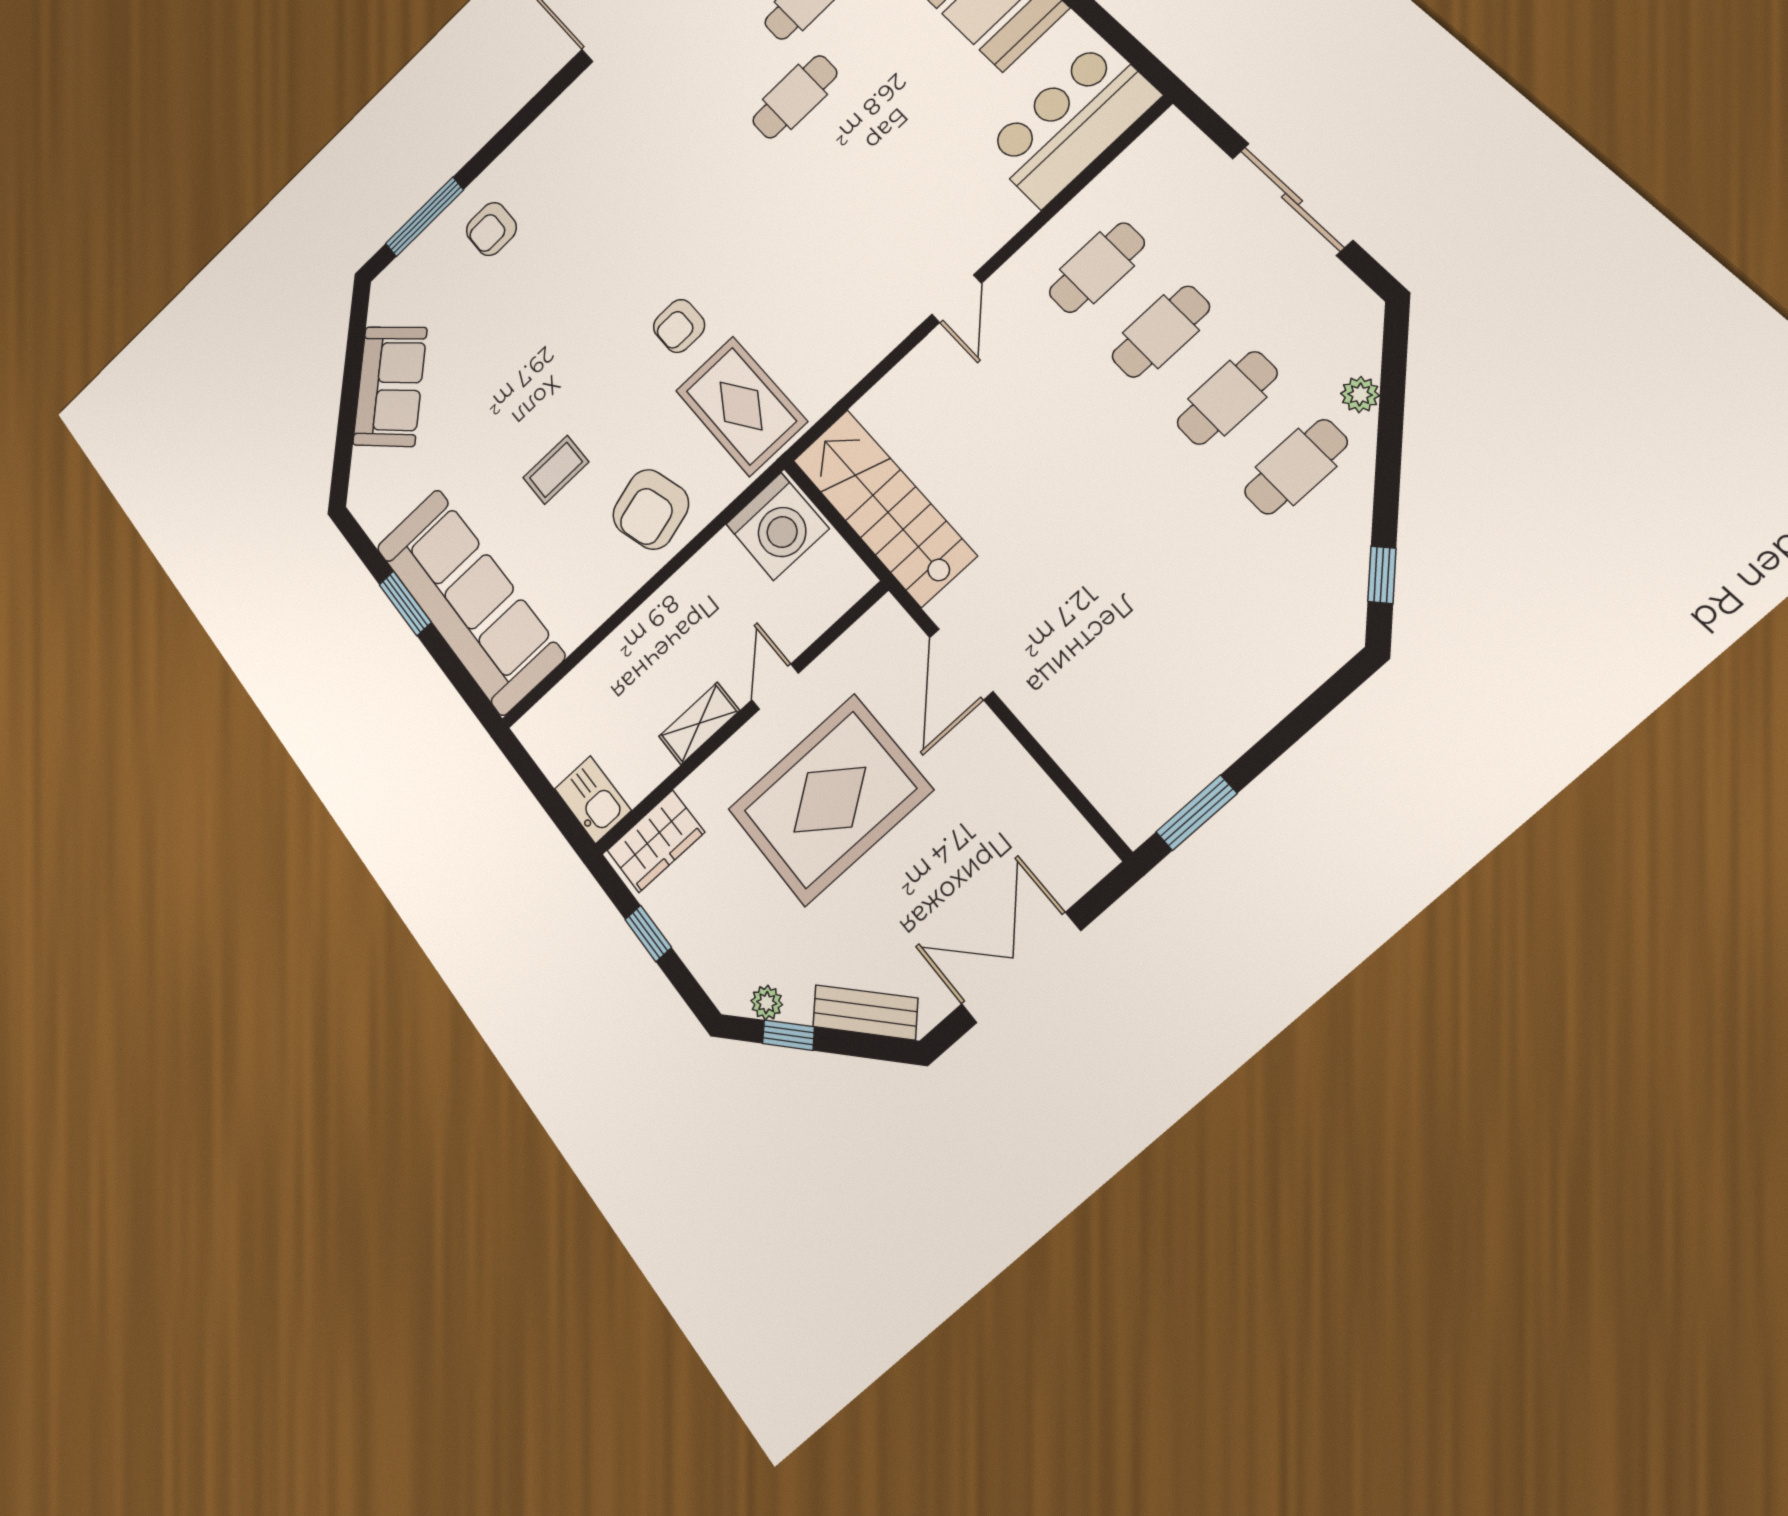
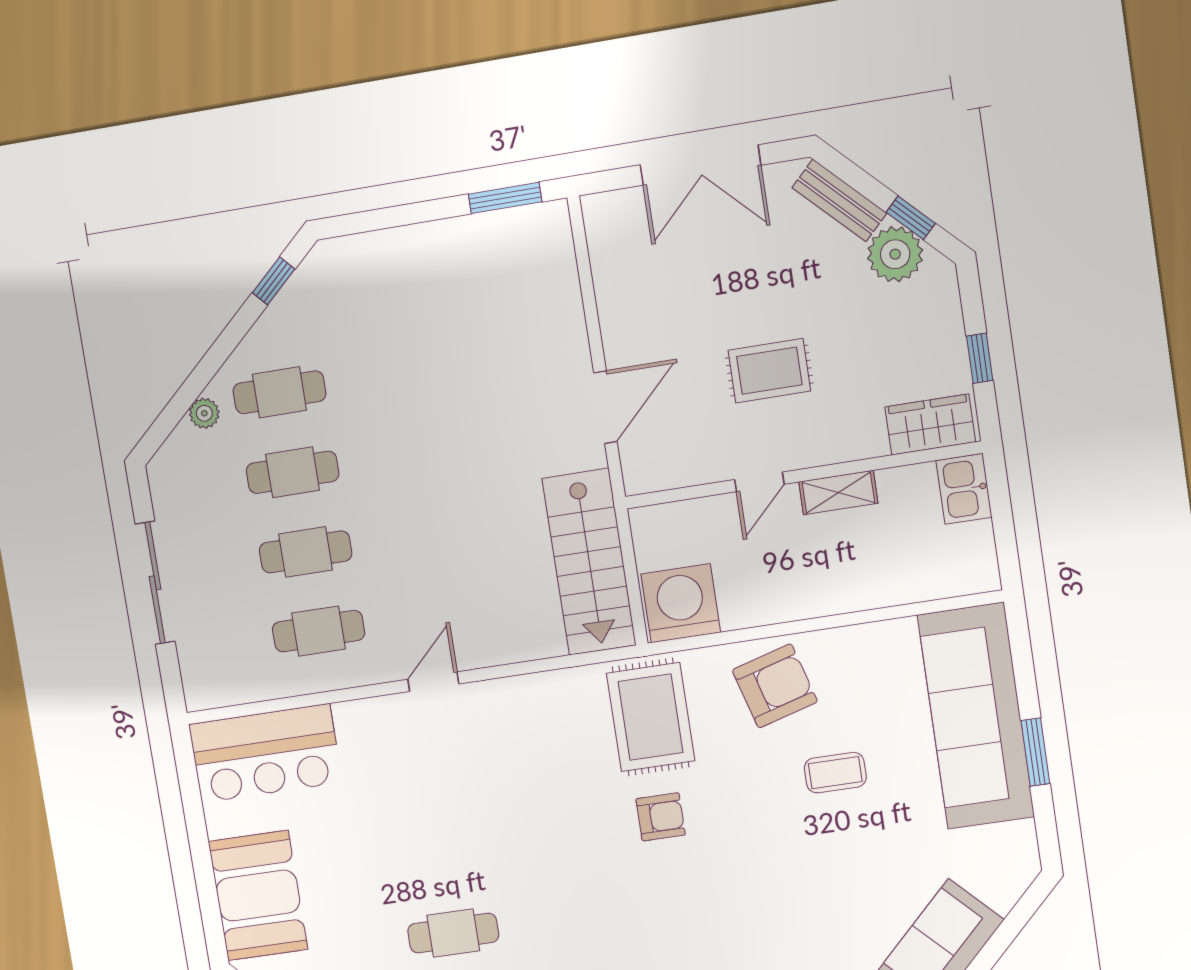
rug: (830, 800) -> (769, 371), width x0.54, depth x0.49
plant: (767, 1003) -> (895, 254), width x1.88, depth x1.88

